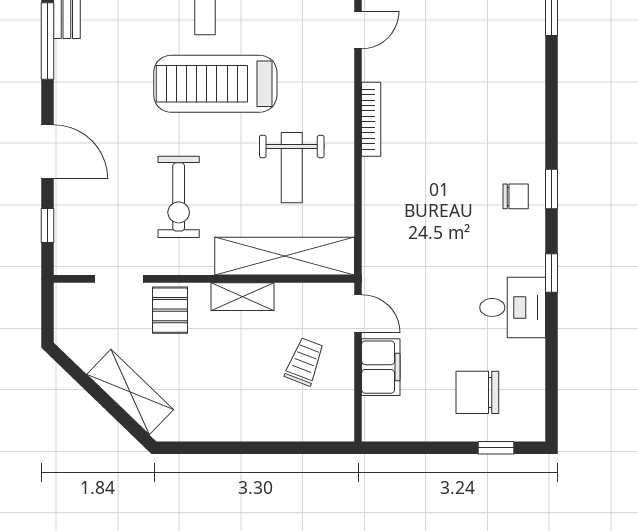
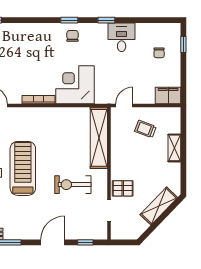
treadmill: (215, 84) -> (23, 168), turned 180
weight bench: (292, 168) -> (60, 135), removed
exercise bike: (179, 197) -> (73, 185), turned 180
corner desk: (405, 202) -> (75, 85), added
shelving: (243, 297) -> (174, 148), moved
filing cabinet: (381, 367) -> (168, 95), moved
chair: (477, 392) -> (159, 53), width x0.54, depth x0.54

